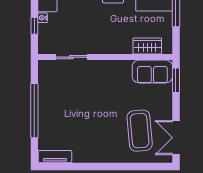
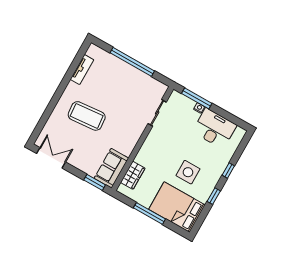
window: (34, 26) -> (197, 98), width x2.17
coffee table: (140, 131) -> (87, 116), moved
tv unit: (55, 157) -> (82, 70), moved

